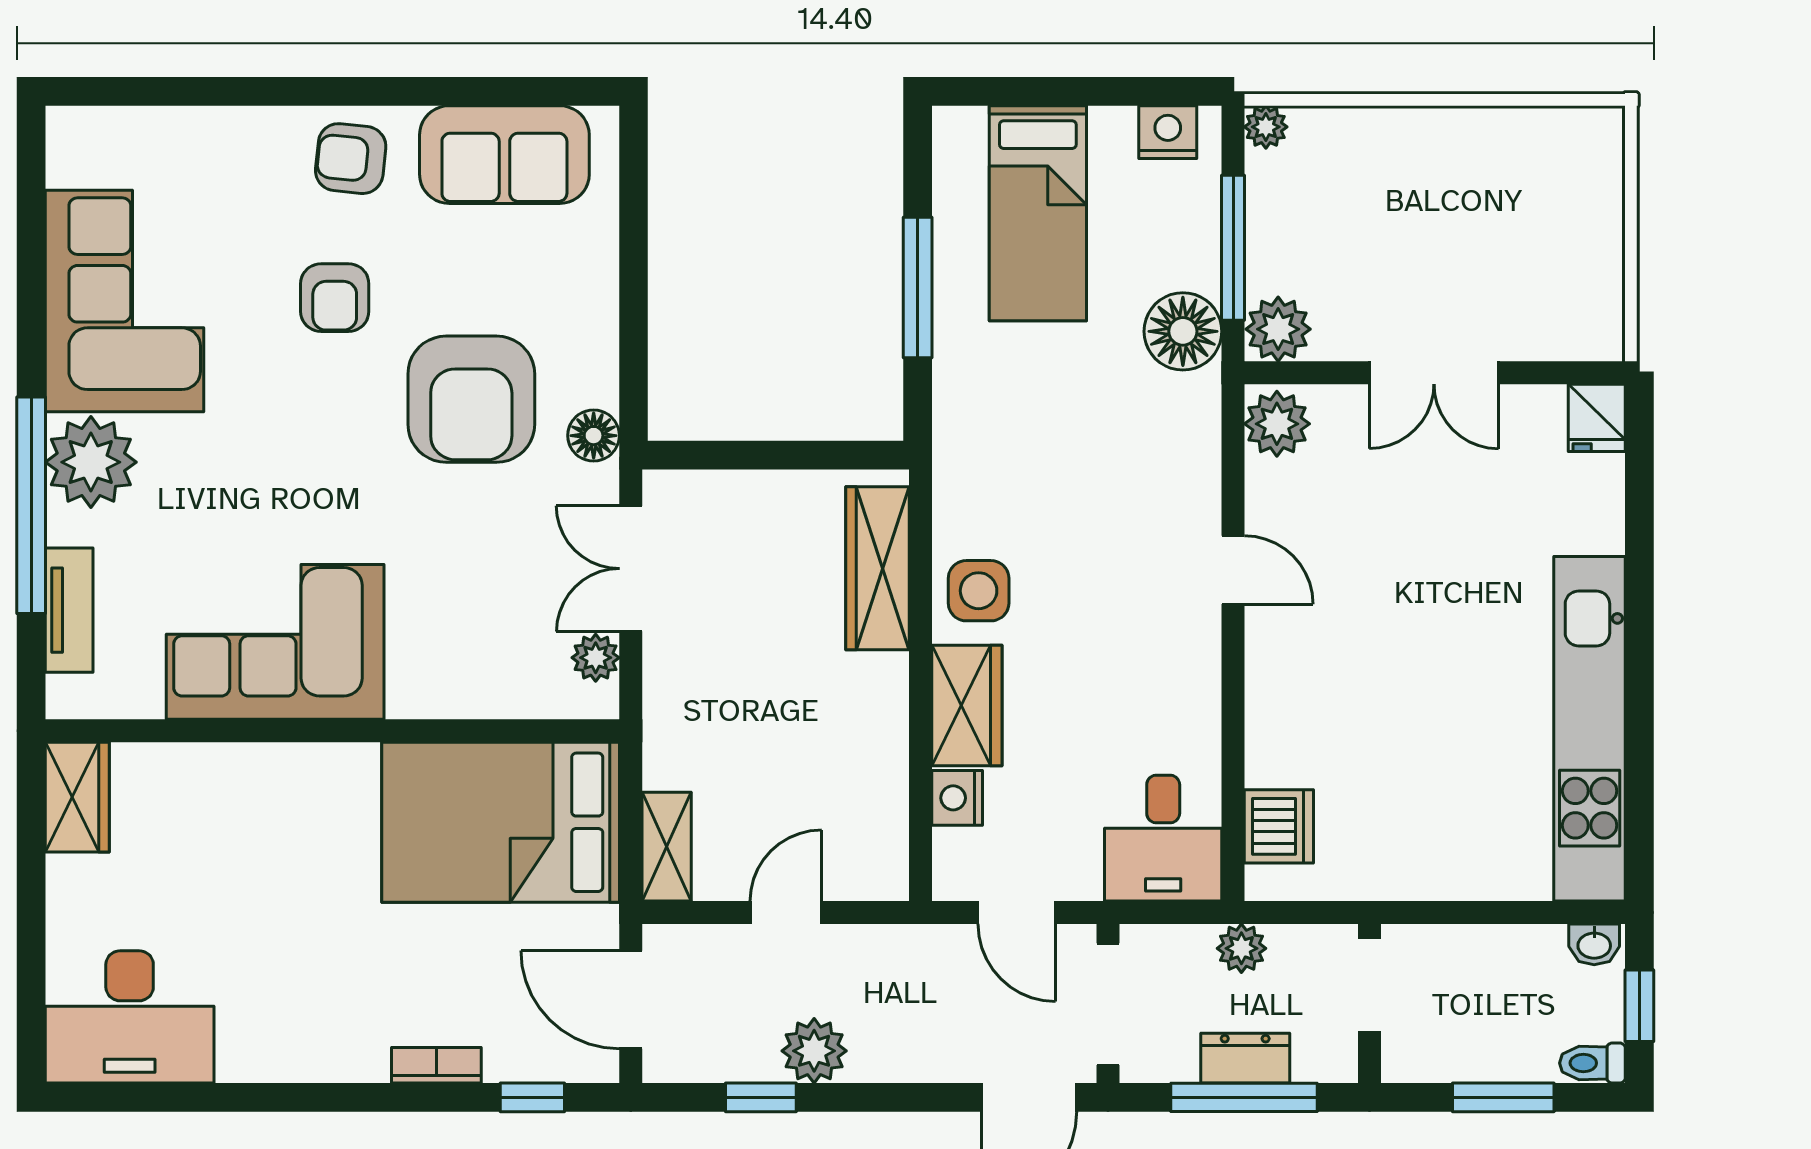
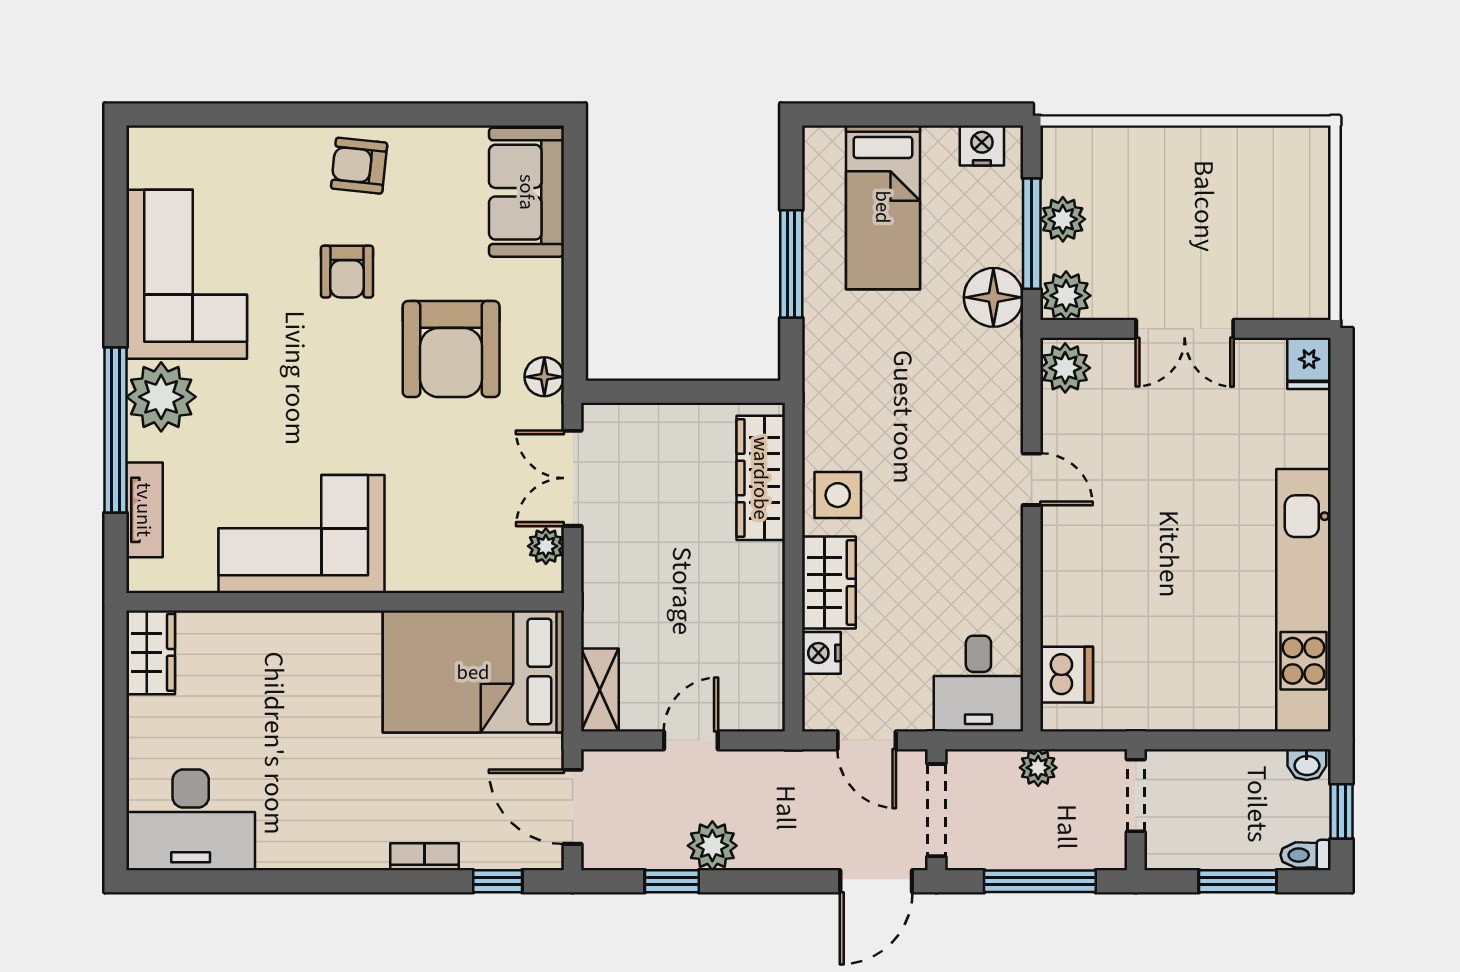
plant: (1266, 127) -> (1063, 219), moved, width x1.38, depth x1.38
sofa: (504, 155) -> (527, 192), moved, turned 90
dresser: (1245, 1058) -> (1041, 851), removed

